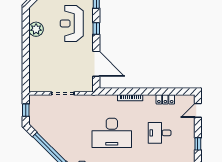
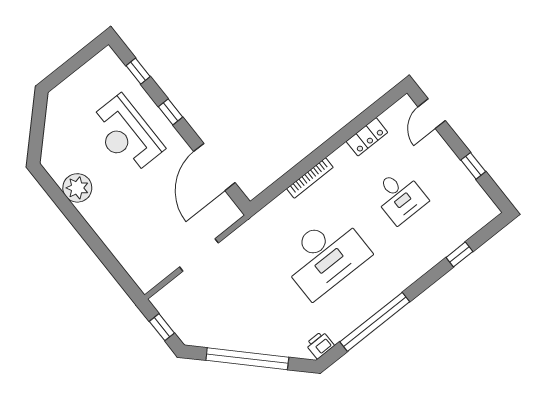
door: (96, 64) -> (214, 167), swing flipped
desk: (160, 133) -> (400, 196), turned -90

